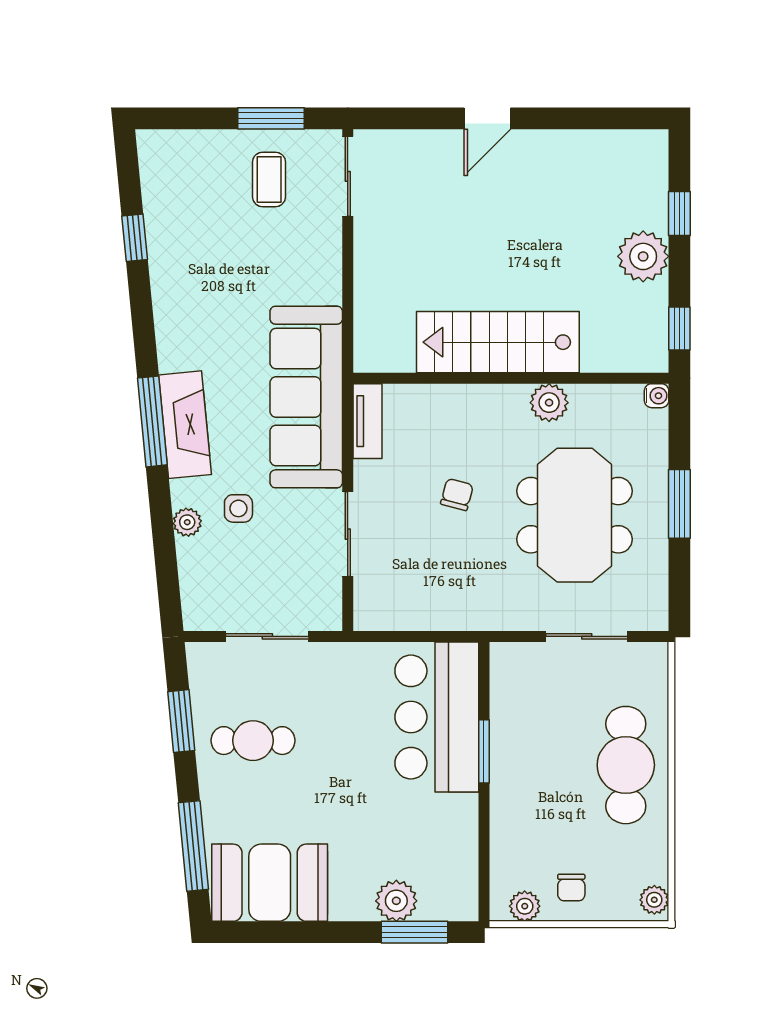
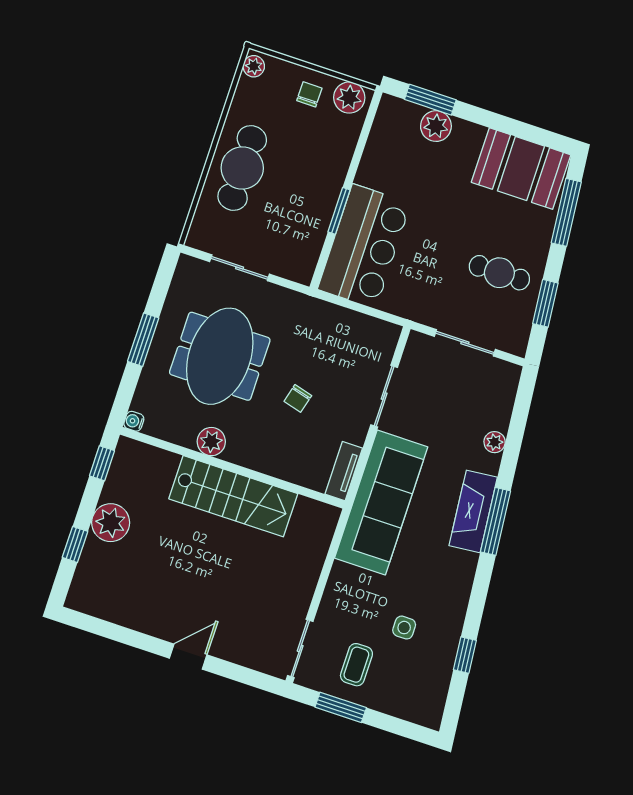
side table: (238, 508) -> (404, 628), moved
plant: (525, 906) -> (349, 98), width x1.38, depth x1.38

